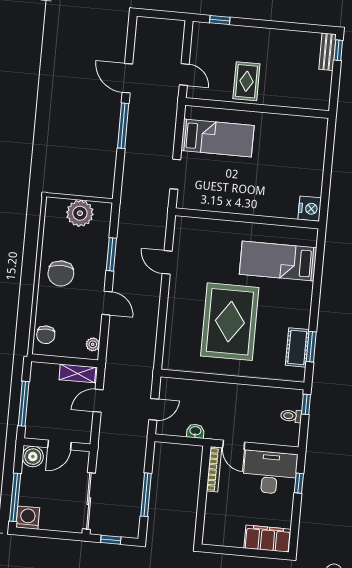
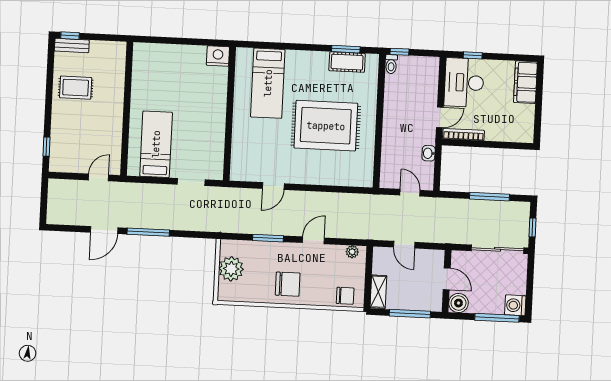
rug: (246, 81) -> (76, 88), moved
shelving: (77, 373) -> (378, 292), moved
toilet: (291, 416) -> (391, 64), moved

